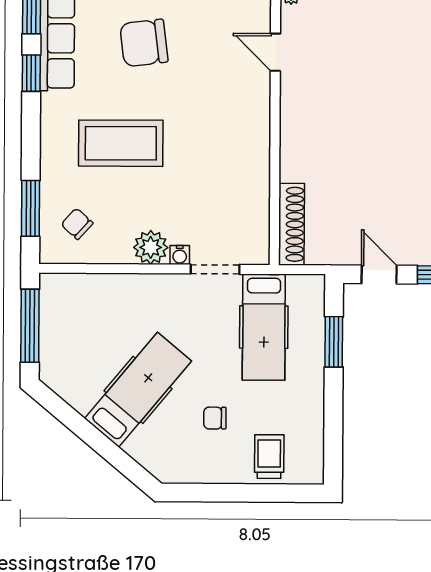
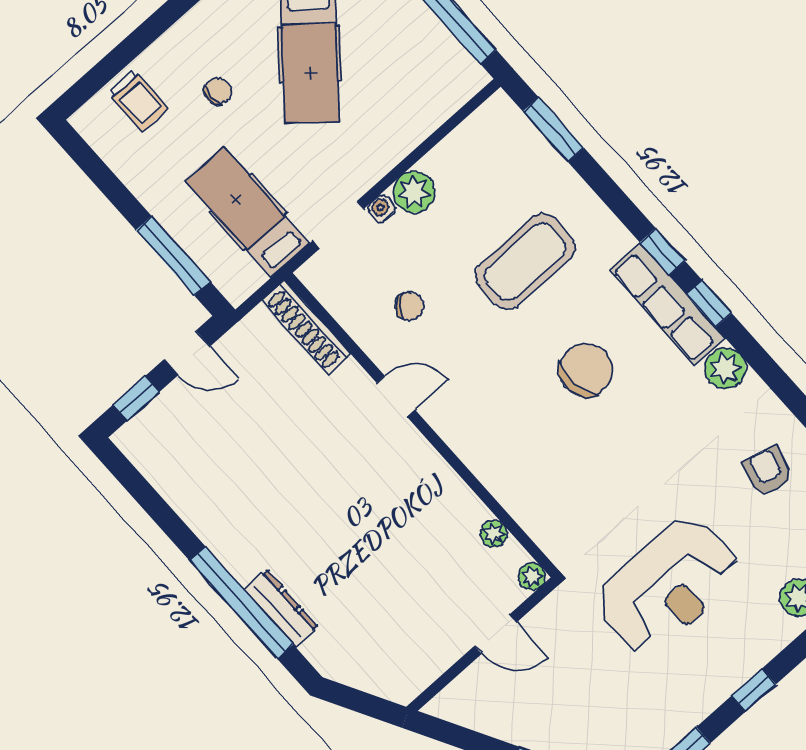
door: (275, 52) -> (396, 396), moved
chair: (77, 224) -> (410, 306), moved
window: (334, 342) -> (173, 256), width x1.44

